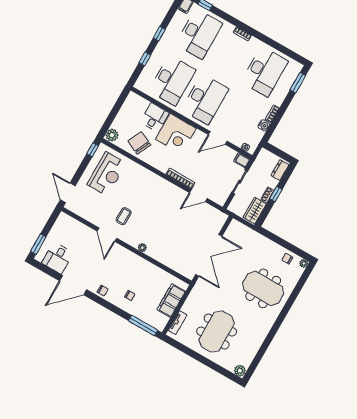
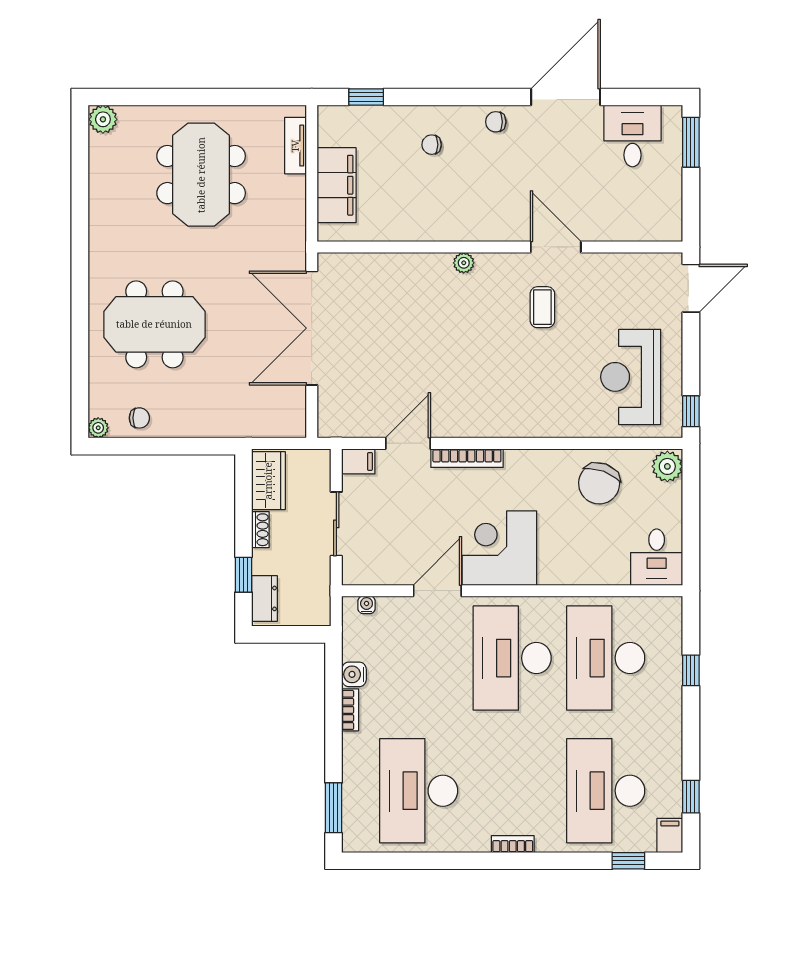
window: (159, 34) -> (691, 797), moved
desk: (155, 117) -> (657, 557), moved
corner desk: (176, 134) -> (499, 548), moved
chair: (139, 143) -> (599, 483), turned 85
filing cabinet: (242, 160) -> (358, 461), moved
door: (68, 193) -> (691, 288), hinge flipped
window: (276, 194) -> (244, 575), moved
window: (143, 325) -> (366, 97), width x0.46

